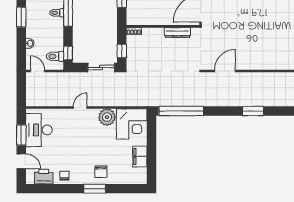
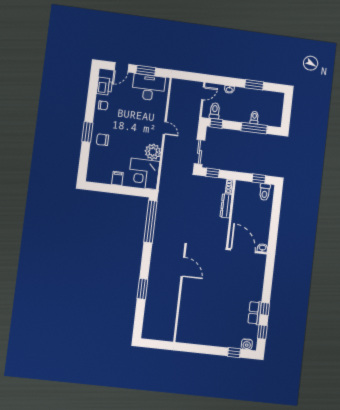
dresser: (177, 33) -> (226, 206), moved
filing cabinet: (140, 156) -> (117, 178), width x0.50

